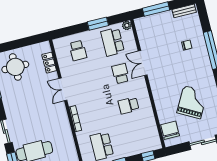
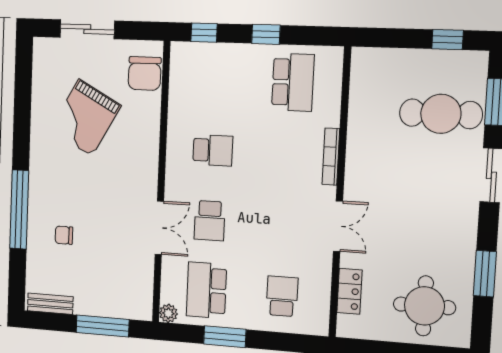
school desk: (113, 42) -> (206, 290), turned 180

